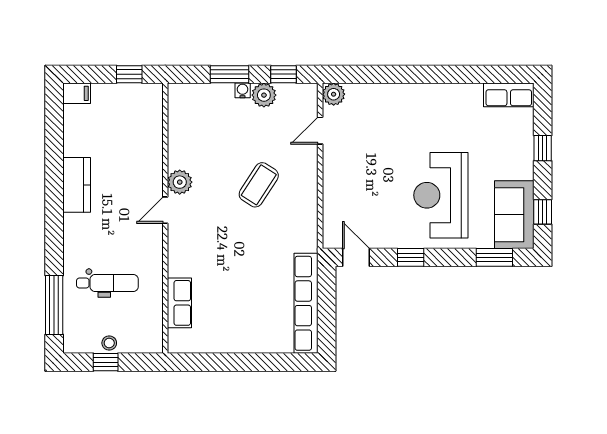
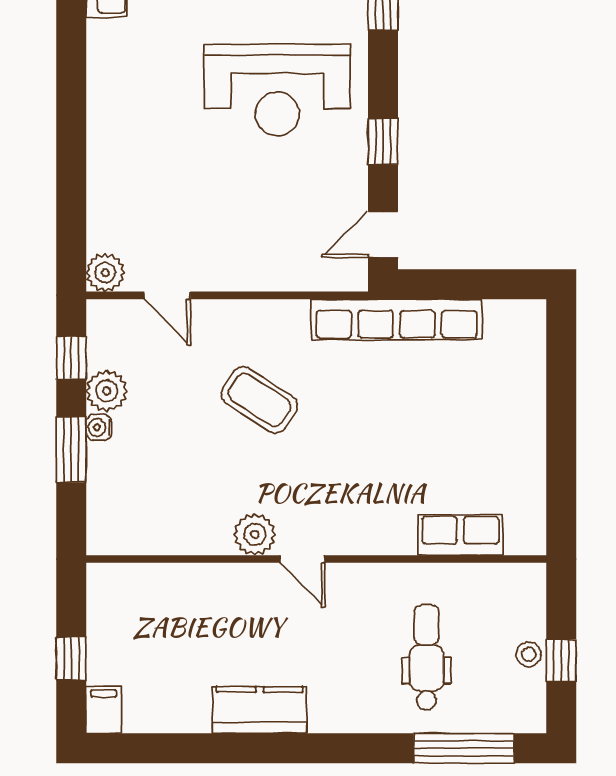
window: (129, 74) -> (71, 658), moved
row of seats: (306, 303) -> (397, 319), moved

